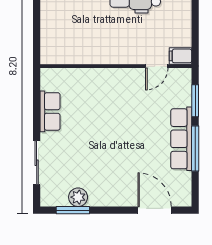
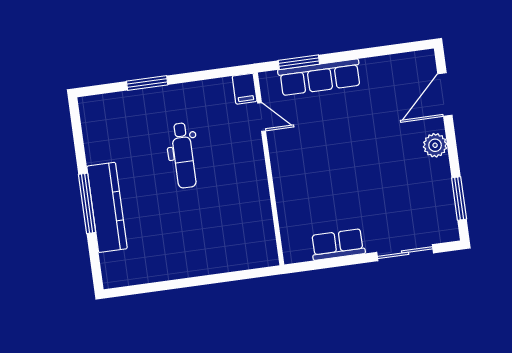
row of seats: (181, 139) -> (320, 77), moved
window: (195, 149) -> (360, 54), removed
plant: (78, 197) -> (435, 145), moved

